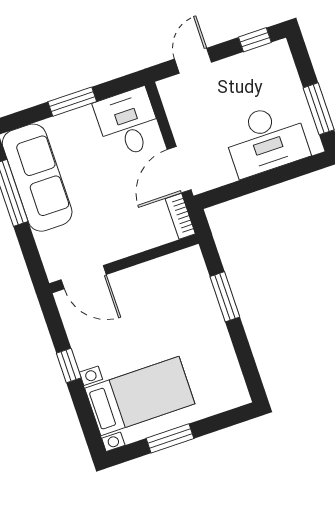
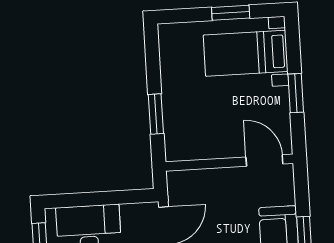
bookcase: (180, 216) -> (174, 188), removed
window: (69, 365) -> (296, 93), width x1.50

